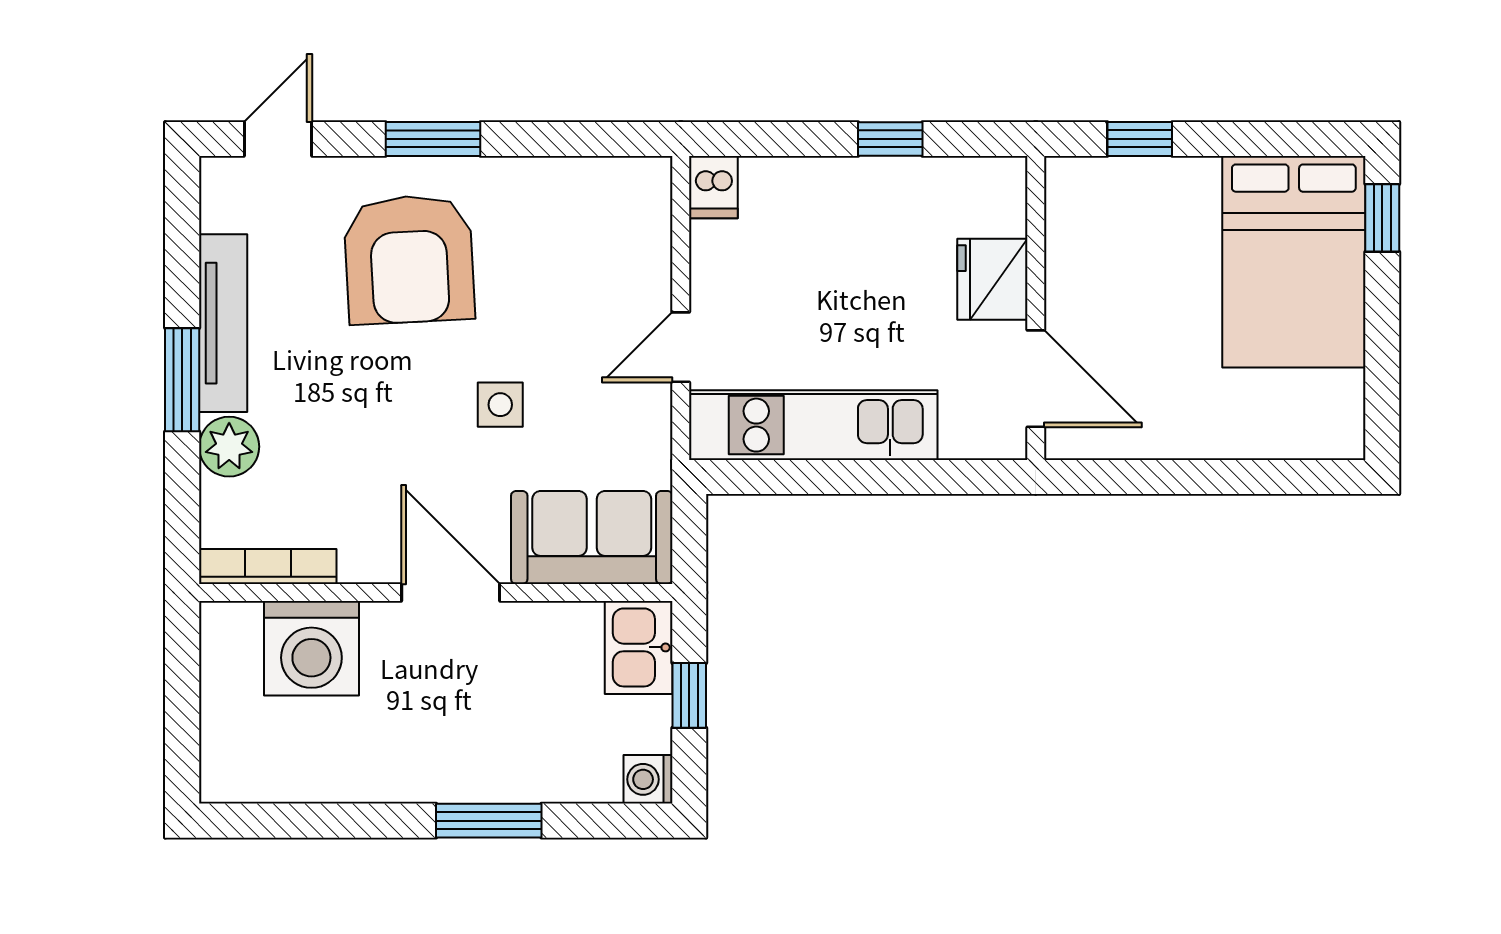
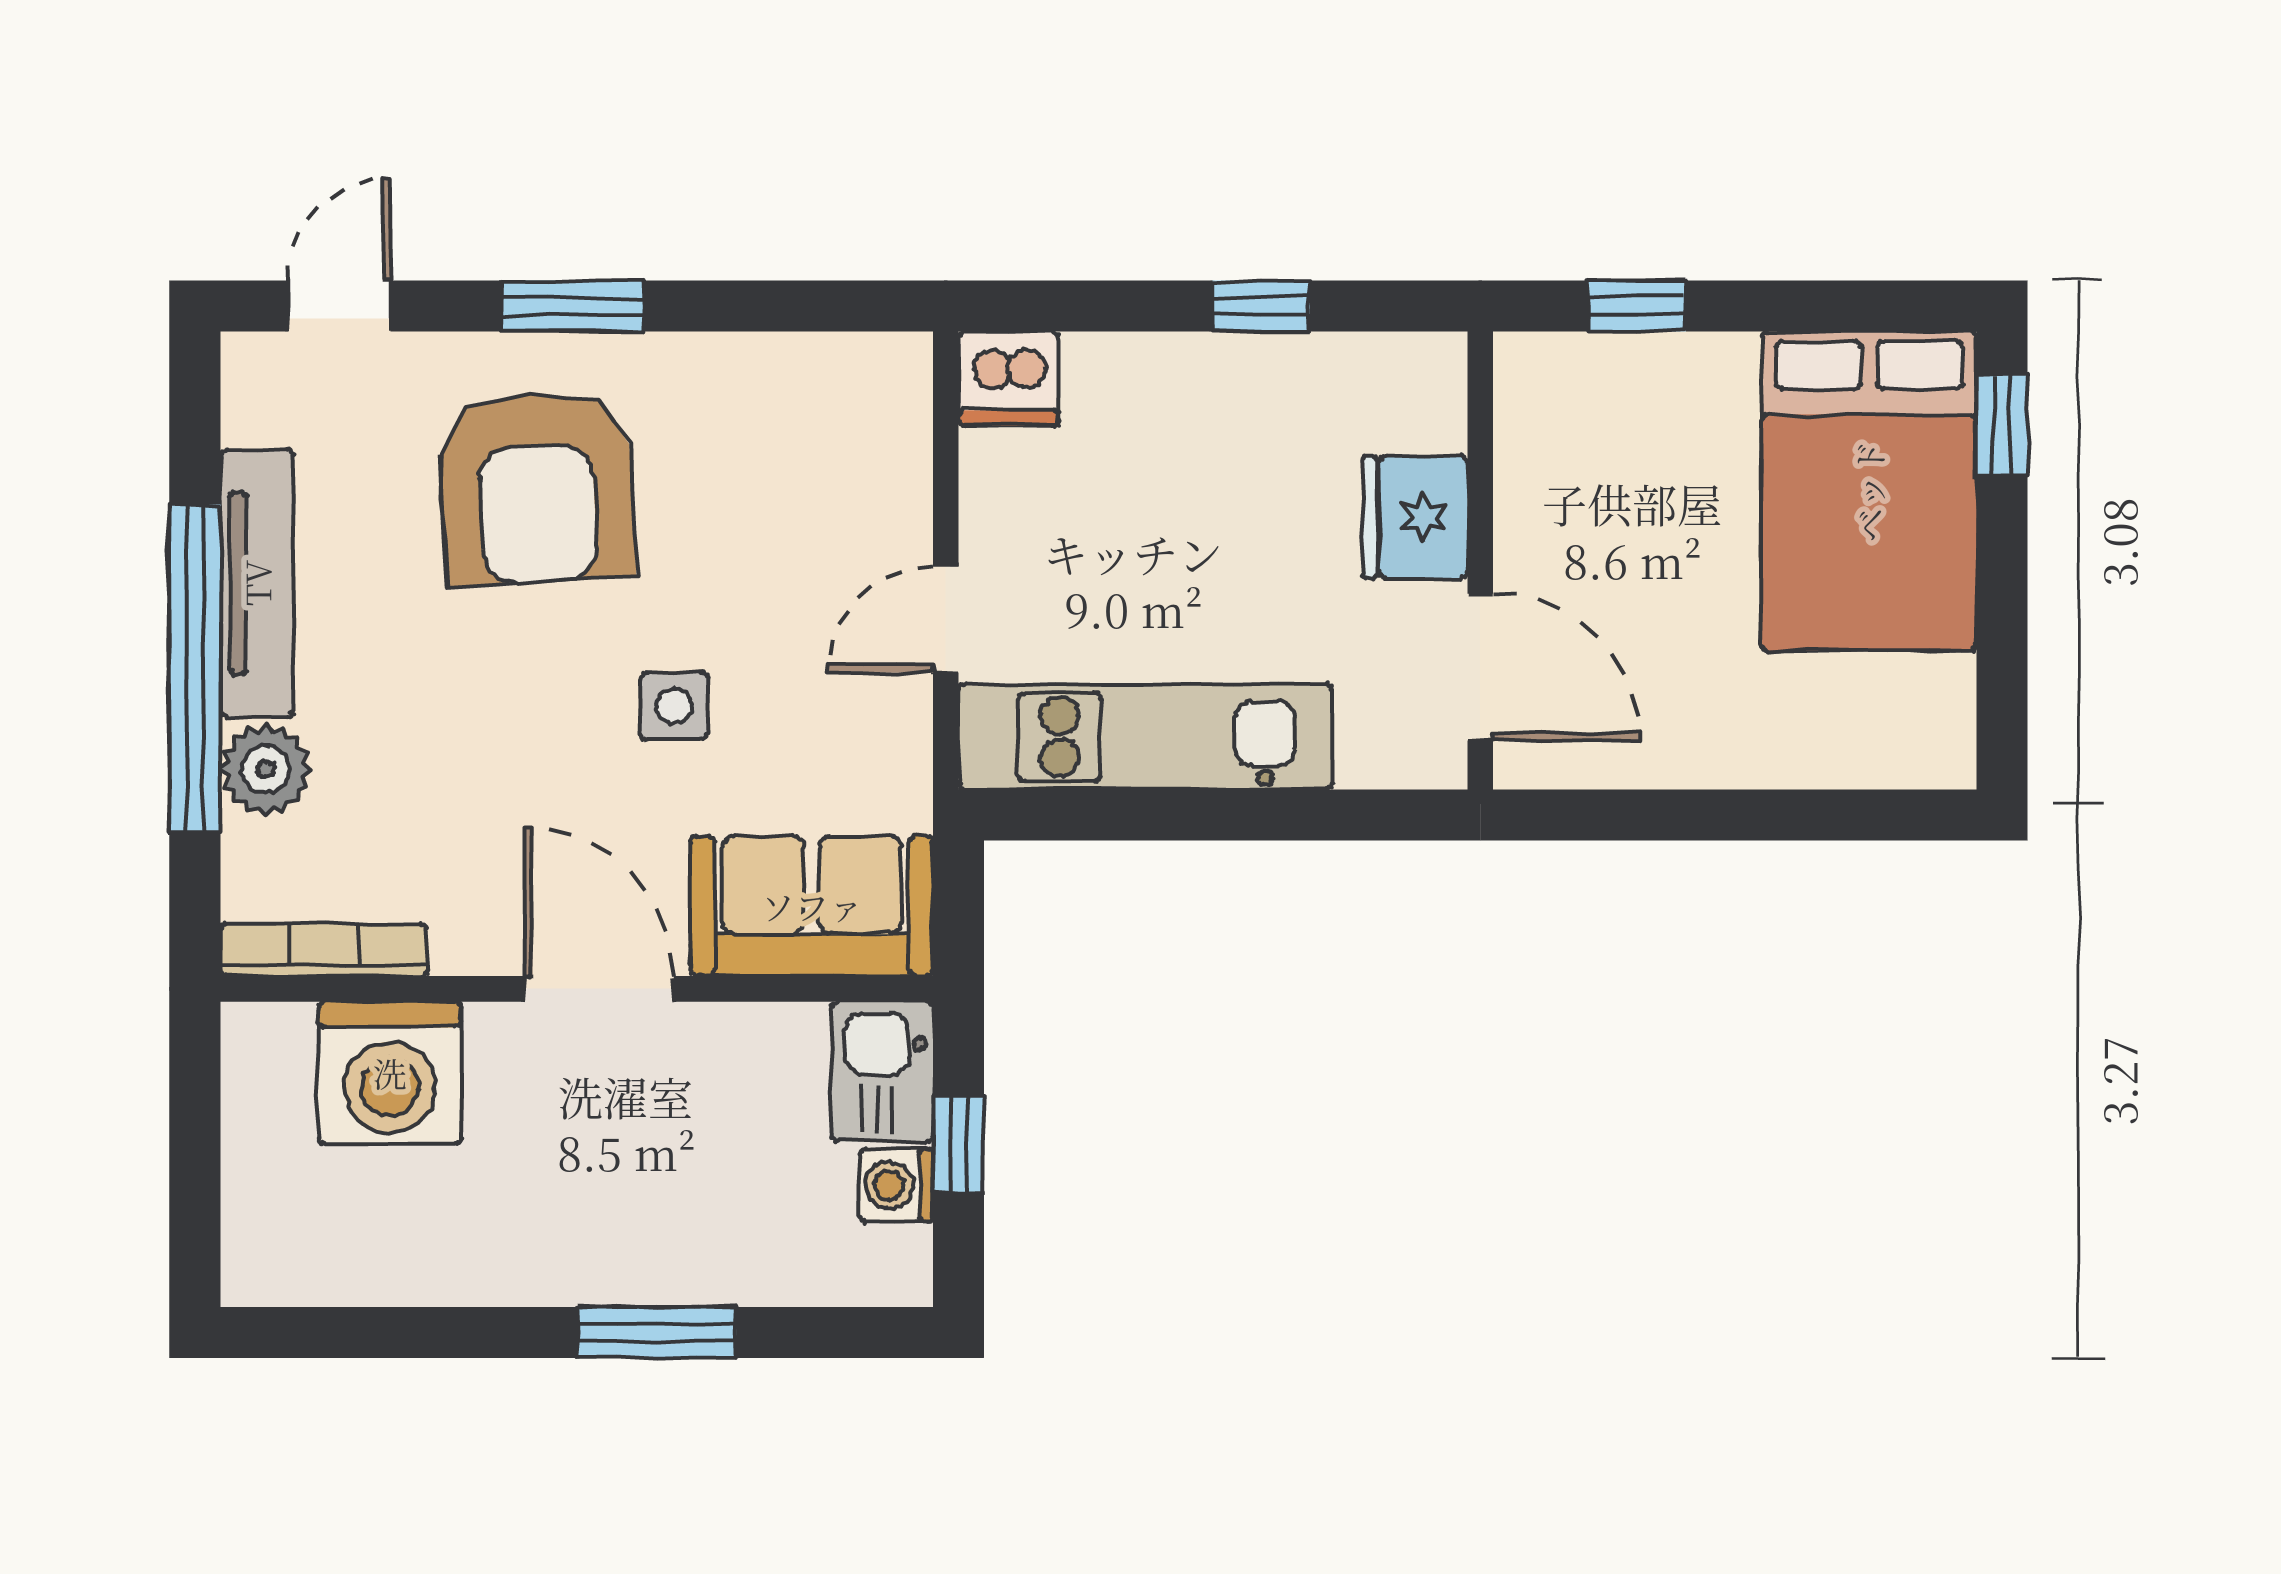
dishwasher: (713, 187) -> (1009, 378), width x1.38
window: (182, 380) -> (195, 669), width x2.11
washing machine: (648, 779) -> (896, 1185), moved

